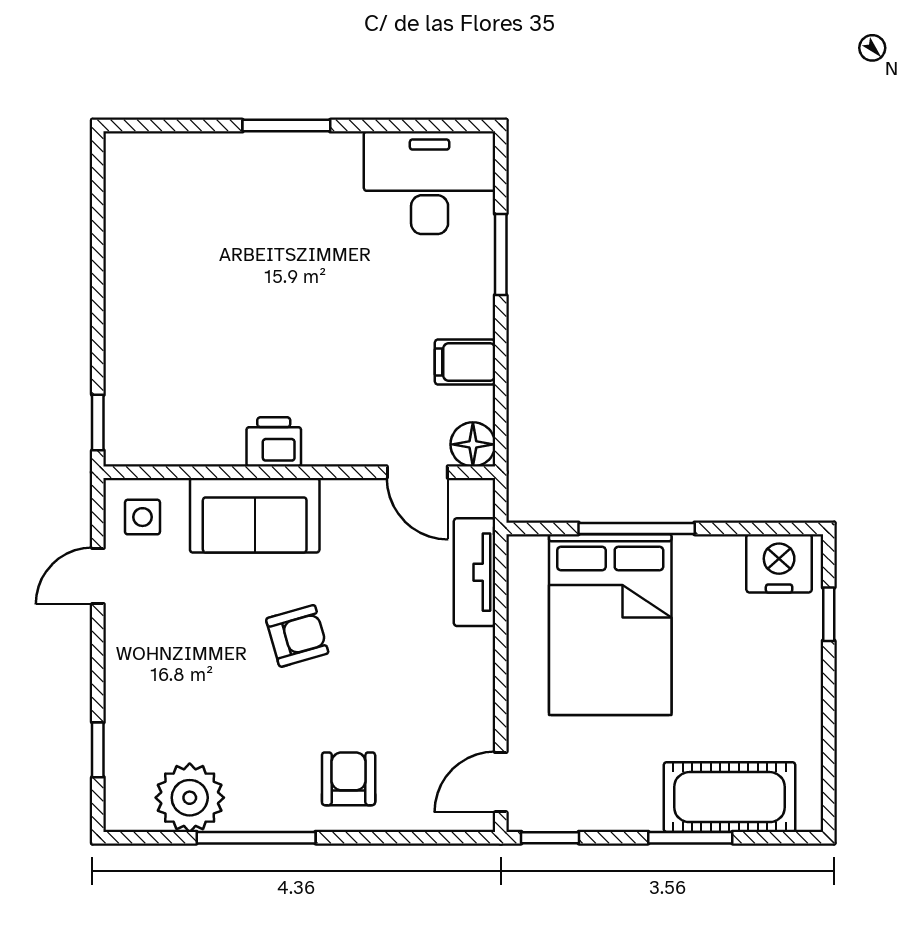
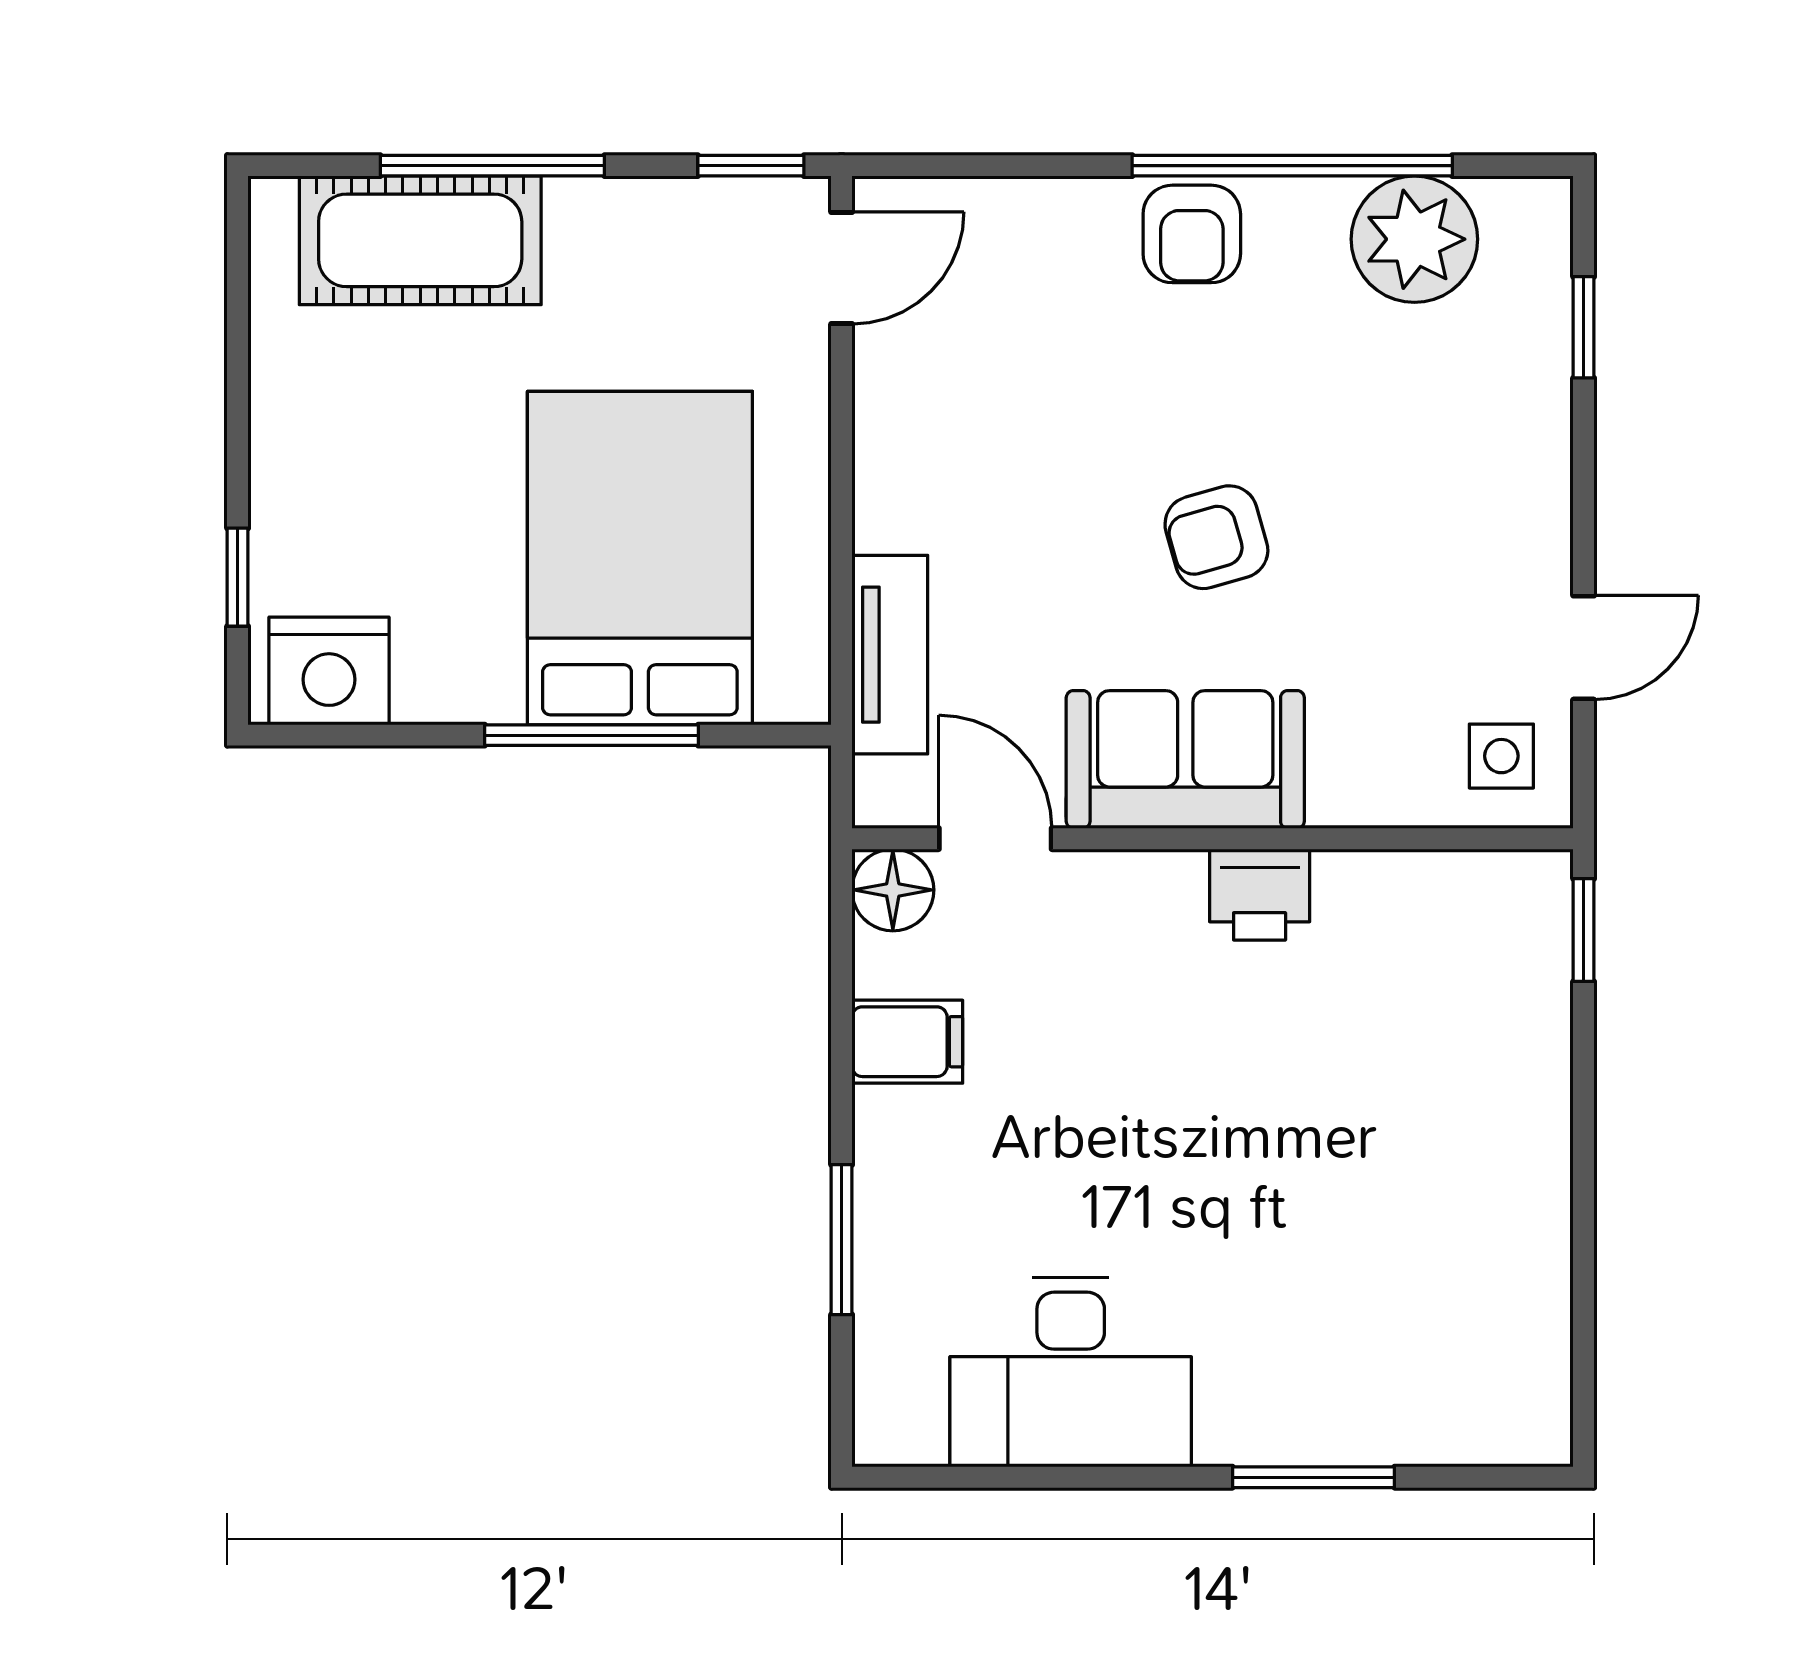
window: (286, 126) -> (1313, 1477), moved
desk: (430, 183) -> (1071, 1372), moved
sofa: (255, 515) -> (1185, 759), moved
armchair: (349, 779) -> (1192, 234), moved
window: (256, 838) -> (1292, 166), width x1.46
window: (690, 838) -> (492, 166), width x1.44

